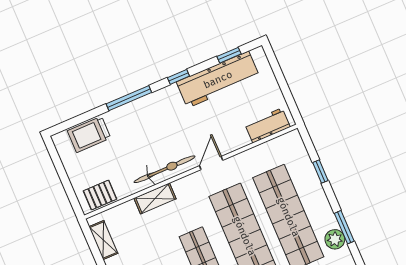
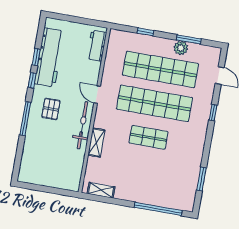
window: (229, 55) -> (36, 57), moved
trolley: (89, 134) -> (31, 157), removed
pallet: (100, 195) -> (51, 109), moved
plant: (335, 239) -> (181, 48), moved

